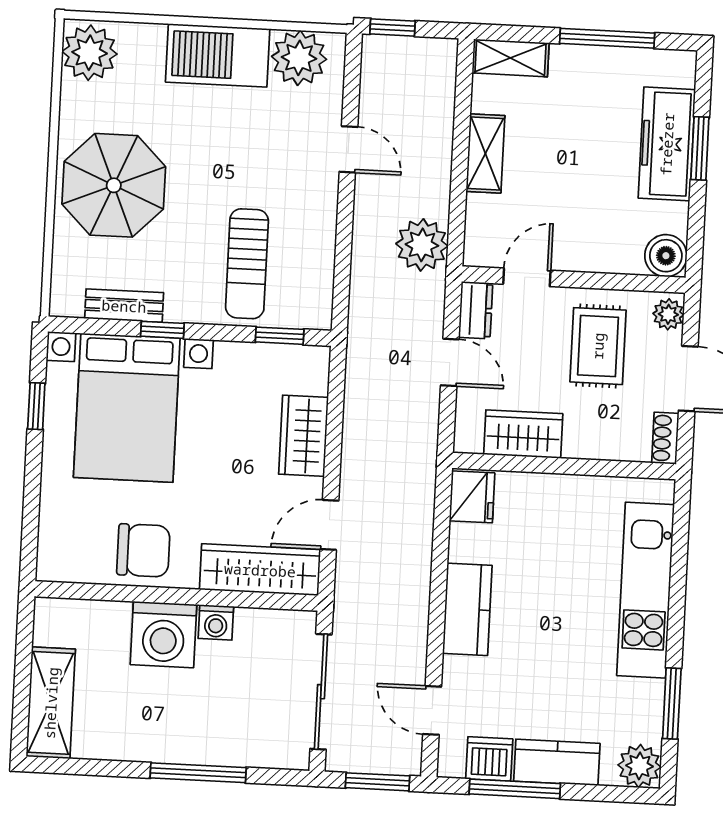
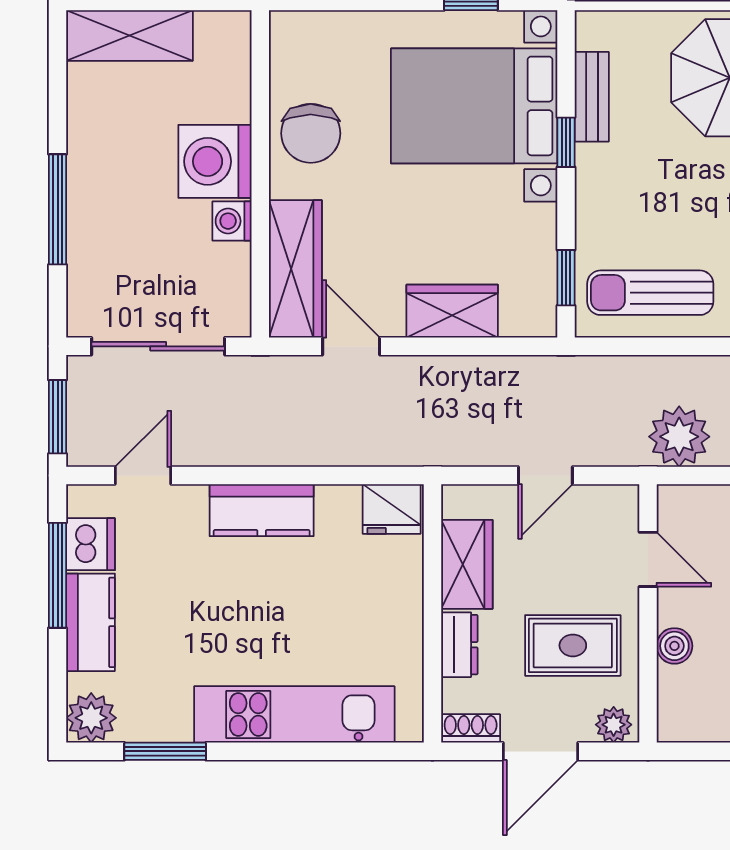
boiler: (666, 256) -> (674, 646), moved, width x0.73, depth x0.73
sun lounger: (247, 264) -> (650, 293), moved
dresser: (476, 310) -> (459, 645), moved, turned -90

